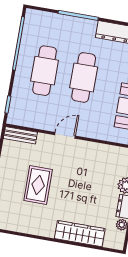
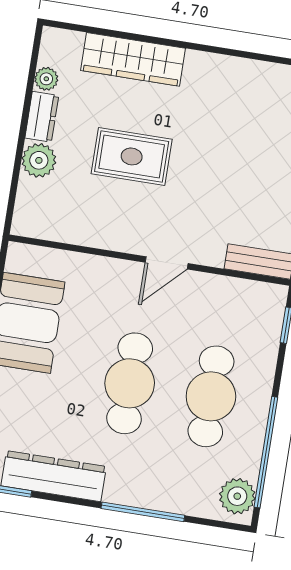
plant: (33, 22) -> (237, 496), added
rug: (38, 185) -> (132, 156), moved, turned 90

